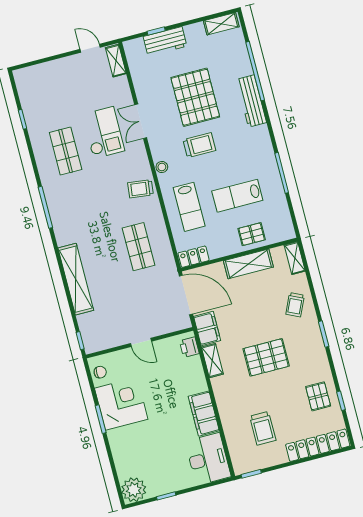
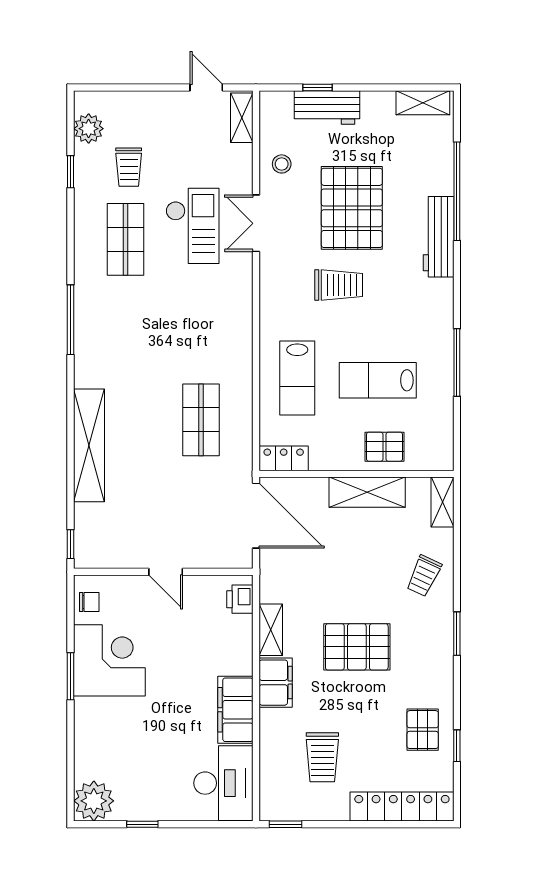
plant: (26, 91) -> (89, 129), added
stool: (162, 167) -> (282, 164), moved
trolley: (140, 189) -> (129, 167), moved, turned -97
filing cabinet: (207, 329) -> (276, 683), moved

